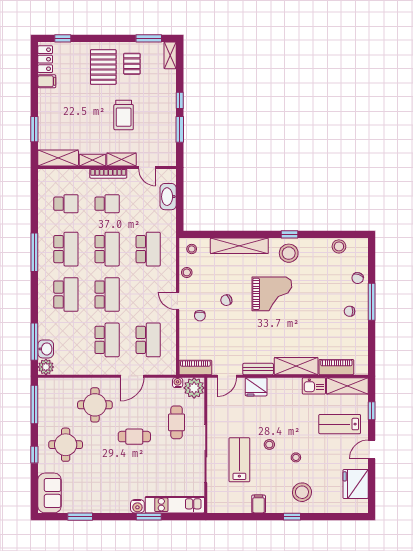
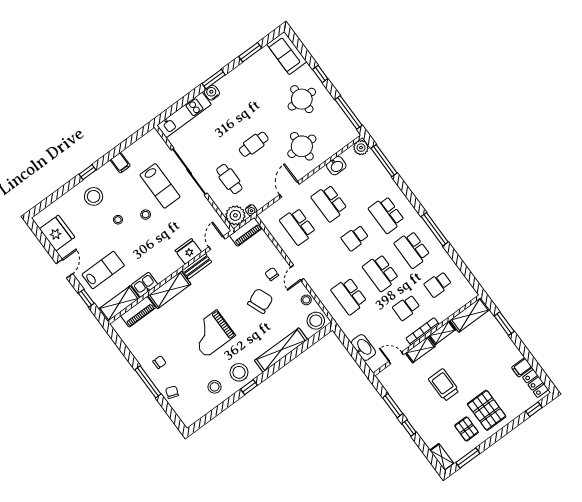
stool: (339, 246) -> (215, 387), moved
stool: (192, 249) -> (316, 321), width x1.89, depth x1.89
grand piano: (272, 294) -> (211, 334), moved
school desk: (107, 295) -> (355, 238), width x0.54
chair: (226, 300) -> (260, 301), width x1.87, depth x1.87
door: (178, 301) -> (297, 273), swing flipped
washbasin: (46, 349) -> (336, 166), moved, turned -90
window: (149, 517) -> (214, 79), moved

